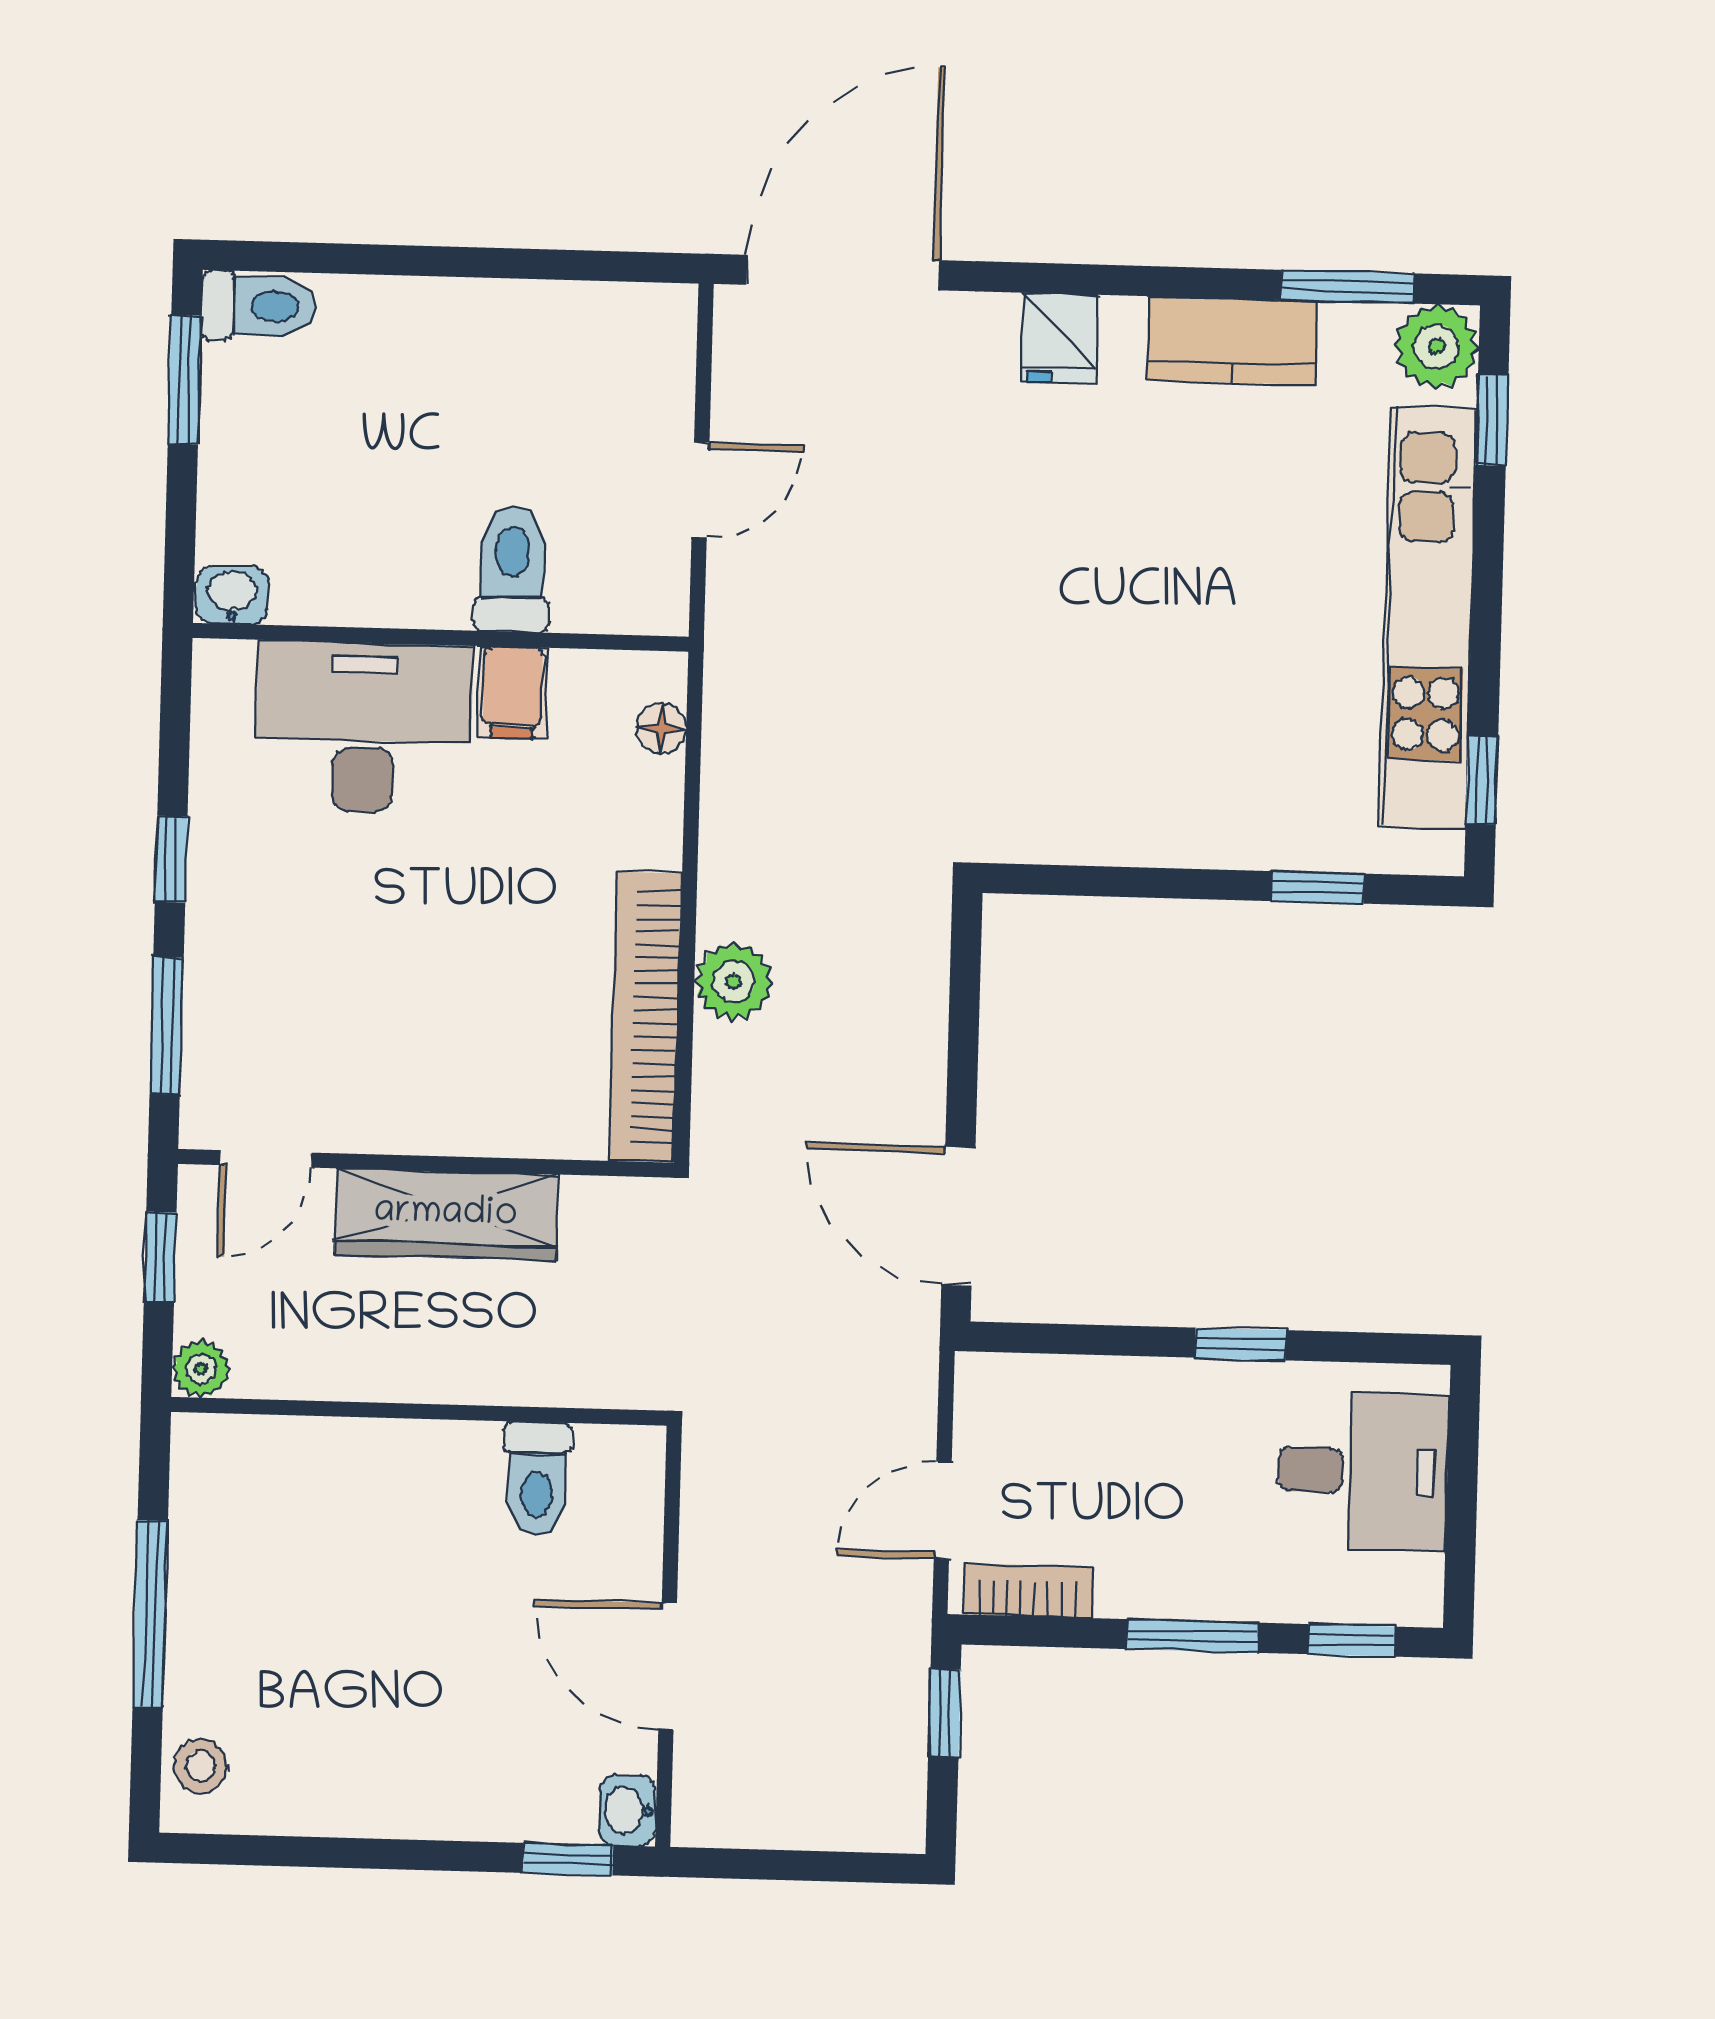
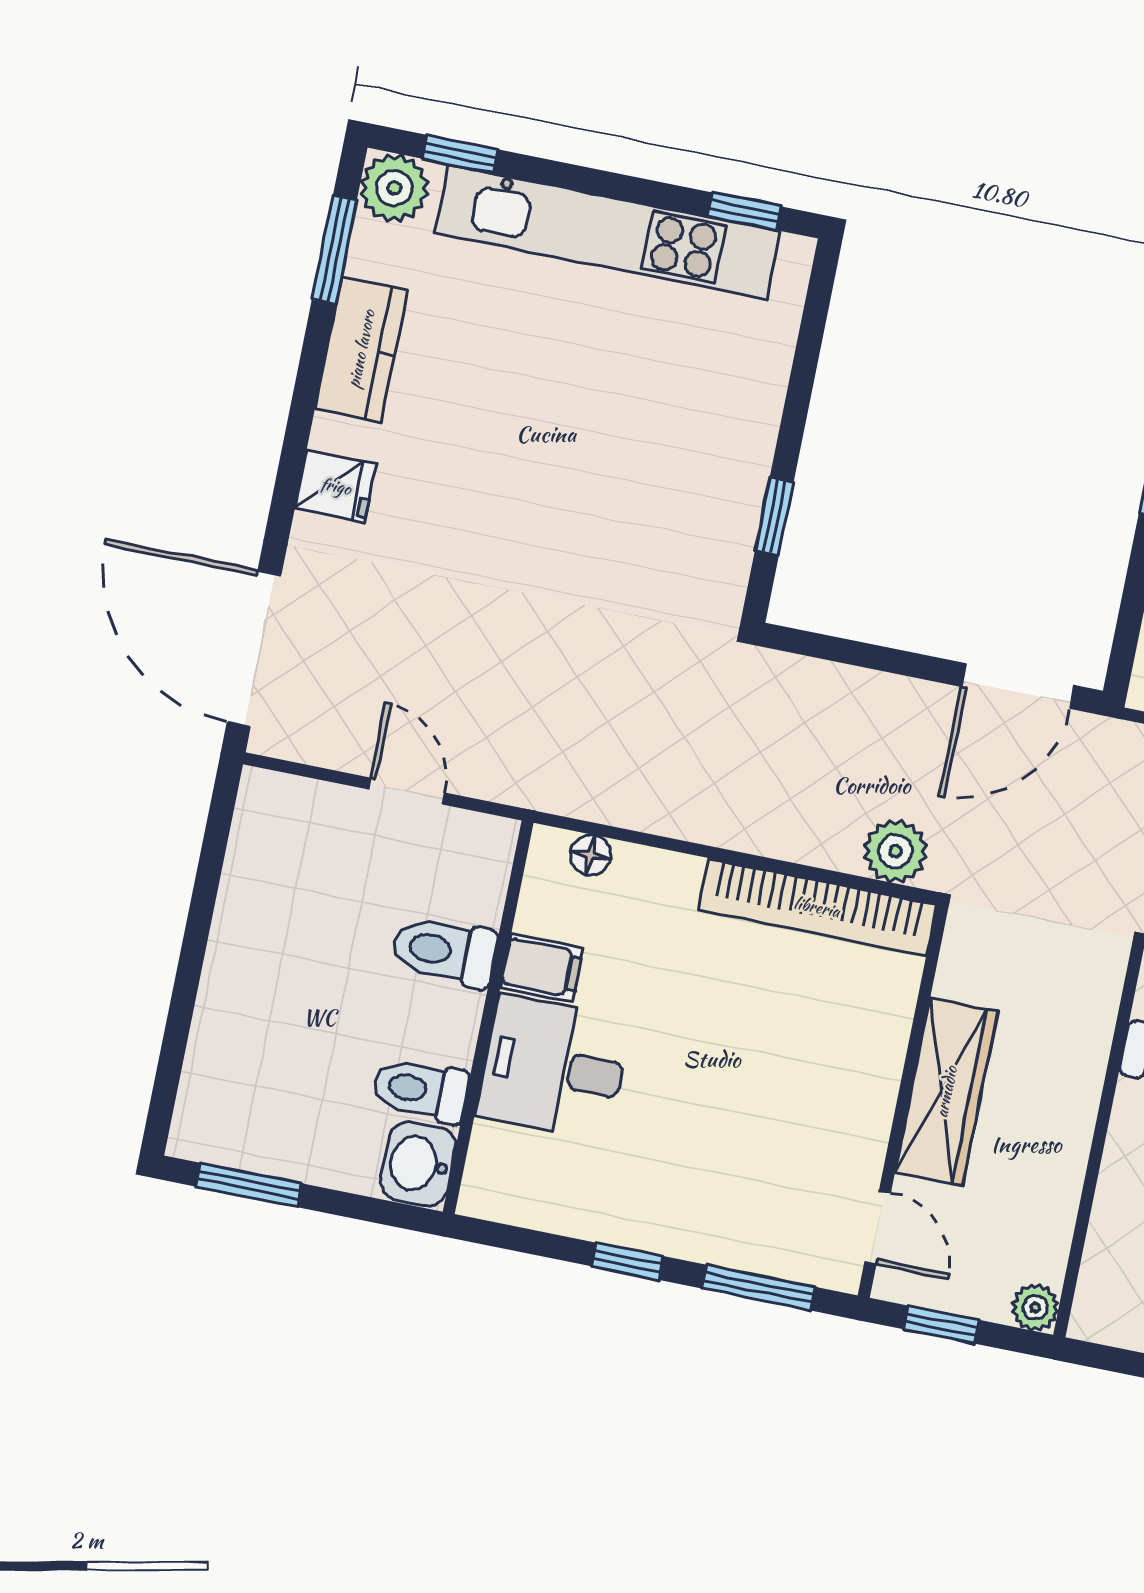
toilet: (259, 306) -> (420, 1090), moved, turned -90
washbasin: (232, 595) -> (418, 1164), width x1.38, depth x1.45
desk: (364, 727) -> (554, 1067), width x0.73
window: (1317, 887) -> (774, 516), moved
plant: (734, 982) -> (895, 851), moved

